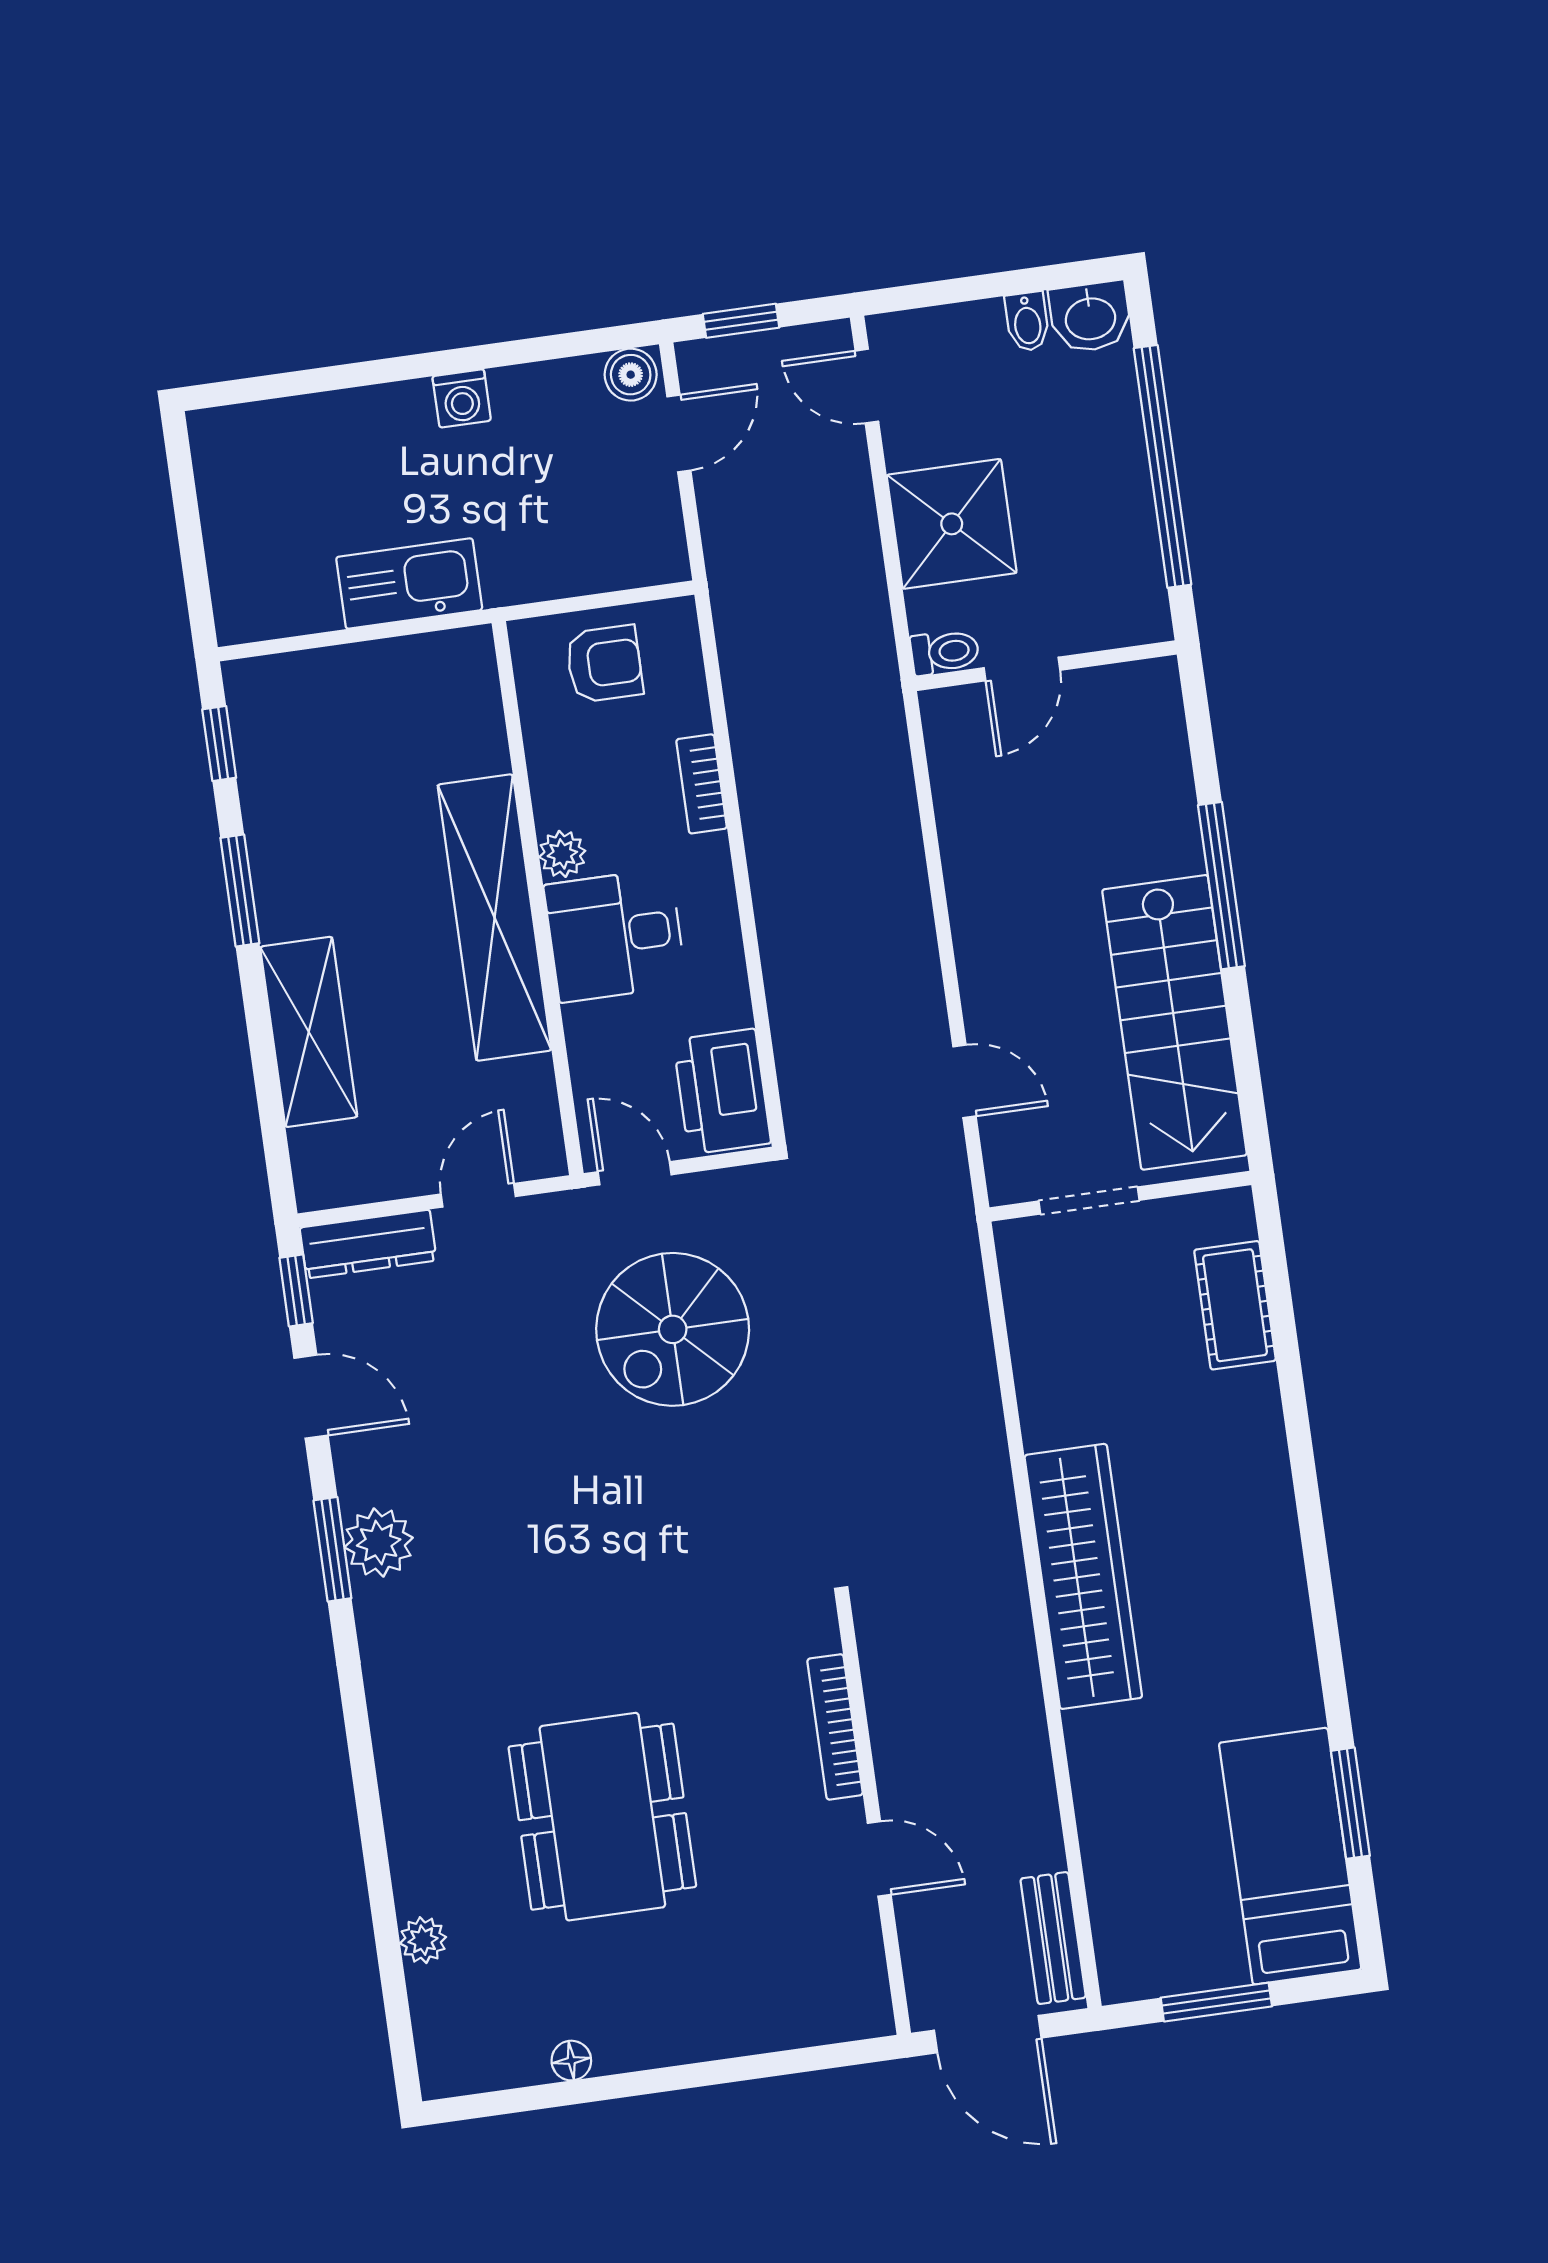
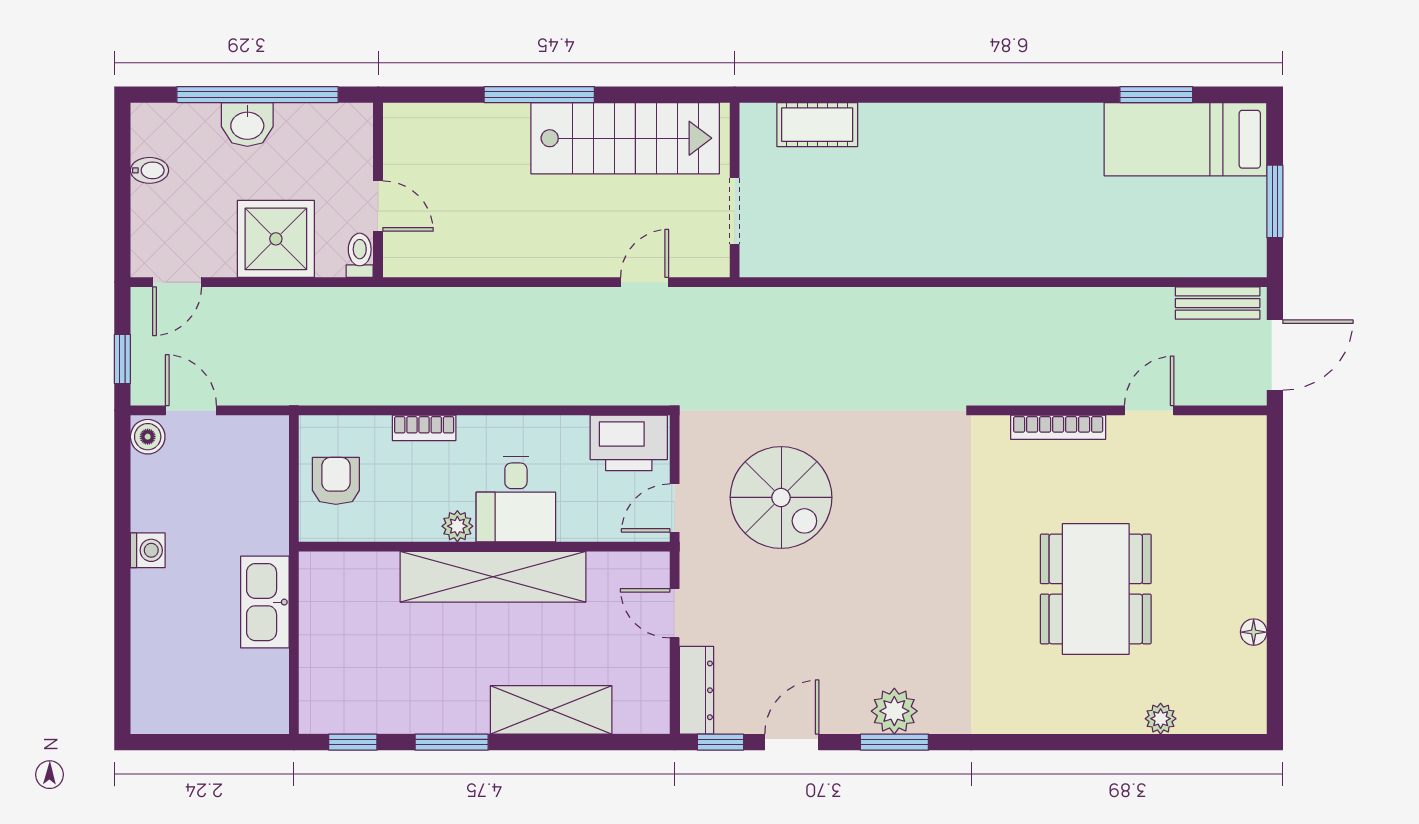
washbasin: (1090, 317) -> (247, 124), moved, turned 90
wardrobe: (1083, 1576) -> (982, 250), removed
dining table: (602, 1817) -> (1096, 589), turned 90

